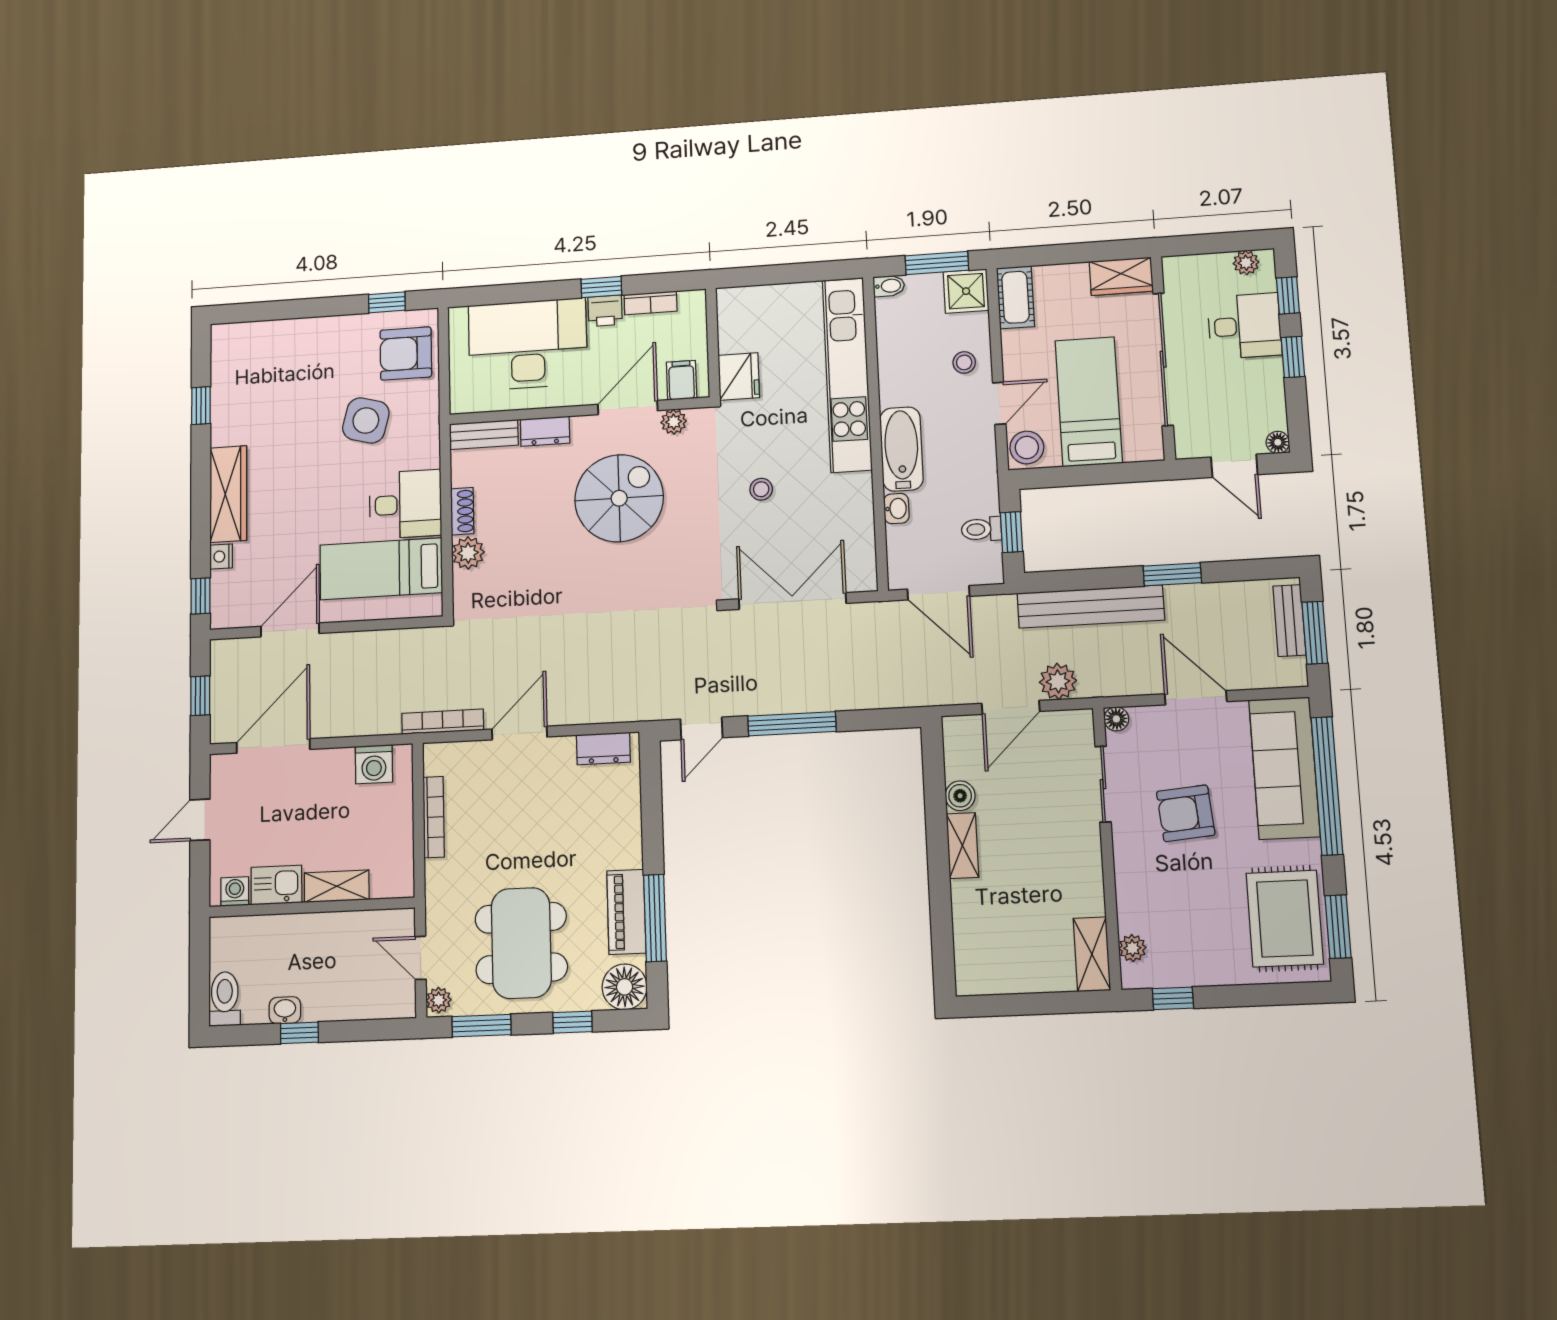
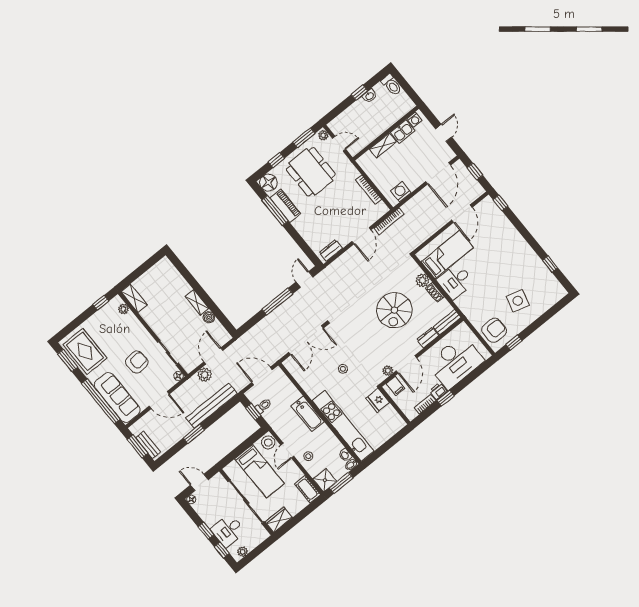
side table: (366, 420) -> (518, 301), moved
wardrobe: (228, 494) -> (518, 242), removed
spiral stairs: (619, 498) -> (394, 310), moved
washbasin: (896, 509) -> (345, 455), moved
nightstand: (221, 556) -> (504, 220), removed

